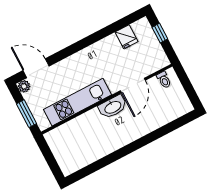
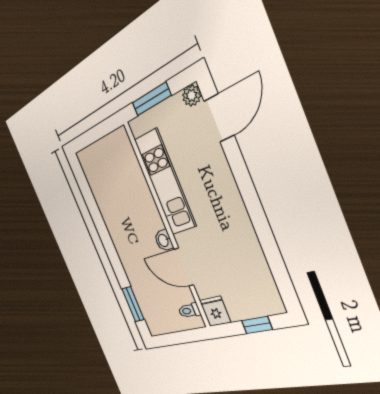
fridge: (126, 37) -> (215, 311), moved, turned 90
washbasin: (113, 107) -> (164, 240), width x0.52, depth x0.69
window: (173, 126) -> (133, 304), added

